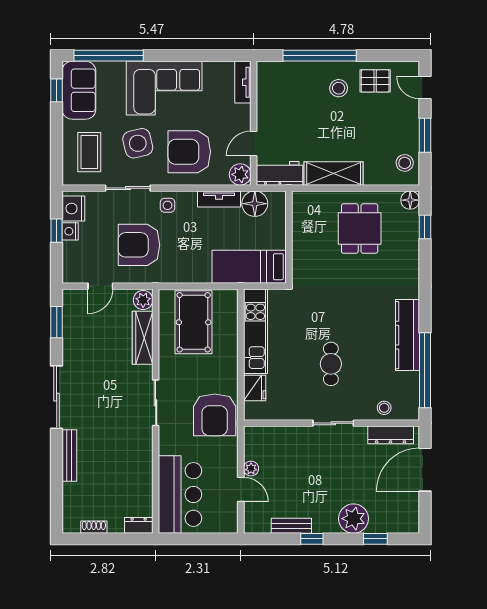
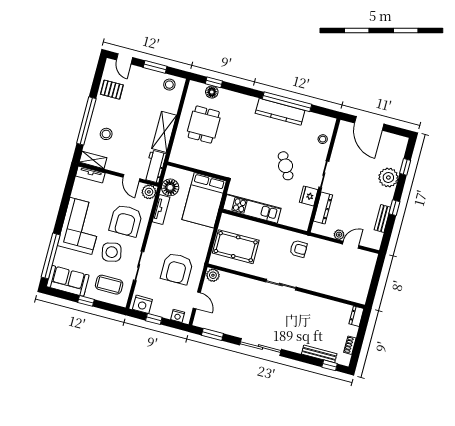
shelving: (265, 81) -> (93, 160), added
pallet: (375, 81) -> (112, 90), turned 90
stool: (339, 88) -> (106, 134), moved
door: (425, 88) -> (125, 59), hinge flipped
window: (57, 90) -> (86, 301), moved
floor lamp: (410, 200) -> (212, 92), moved
side table: (167, 205) -> (156, 244), removed
dining table: (360, 229) -> (204, 125), turned 90
nightstand: (70, 231) -> (178, 316), moved
bed: (249, 267) -> (204, 200), width x1.50
wardrobe: (143, 338) -> (237, 282), removed
cafe table: (331, 364) -> (286, 166), turned 61
window: (425, 370) -> (287, 102), moved
fridge: (255, 388) -> (309, 196), moved, turned -90
armchair: (215, 415) -> (298, 249), width x0.53, depth x0.53
dresser: (391, 435) -> (323, 208), moved
bench: (69, 456) -> (319, 354), moved
bar counter: (180, 494) -> (344, 285), removed
window: (57, 505) -> (330, 365), added

